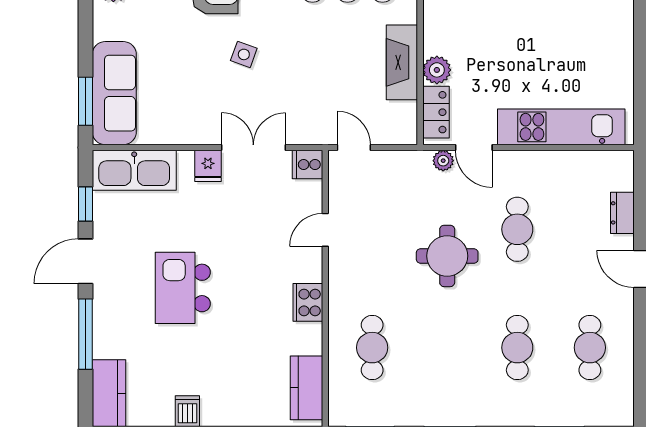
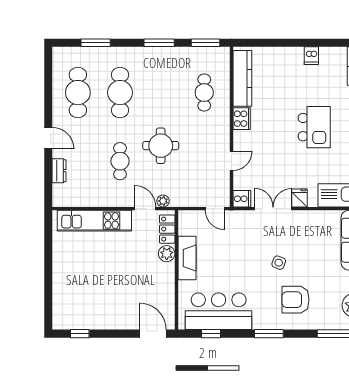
double door: (253, 148) -> (273, 209), swing flipped
cafe table: (517, 348) -> (120, 93), width x1.37, depth x1.35
cafe table: (590, 348) -> (78, 93), width x1.37, depth x1.35
kitchen counter: (306, 388) -> (242, 78), width x1.50

